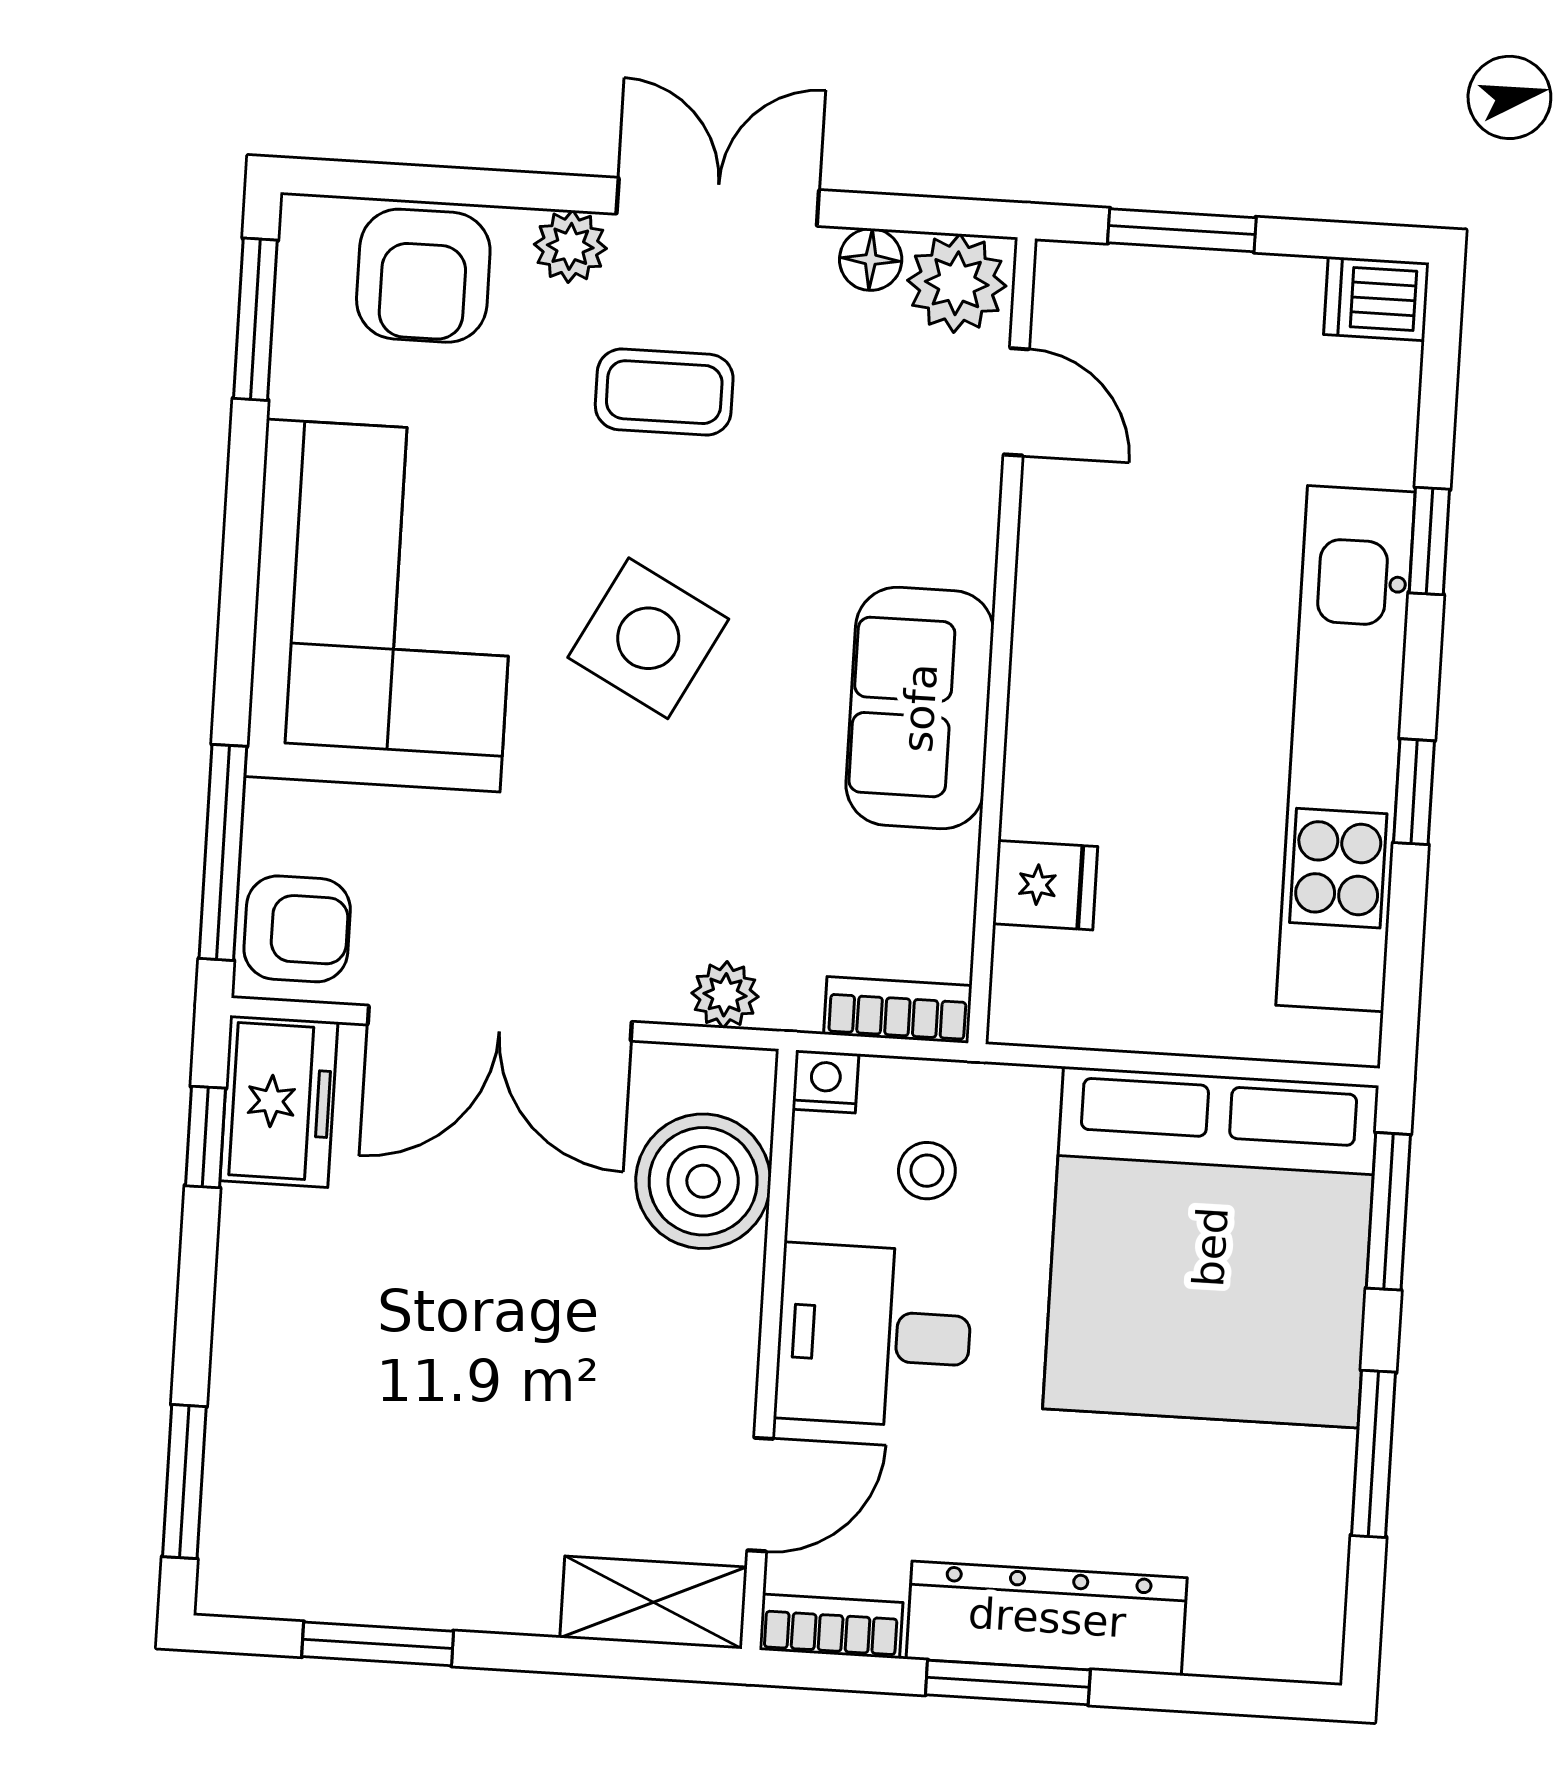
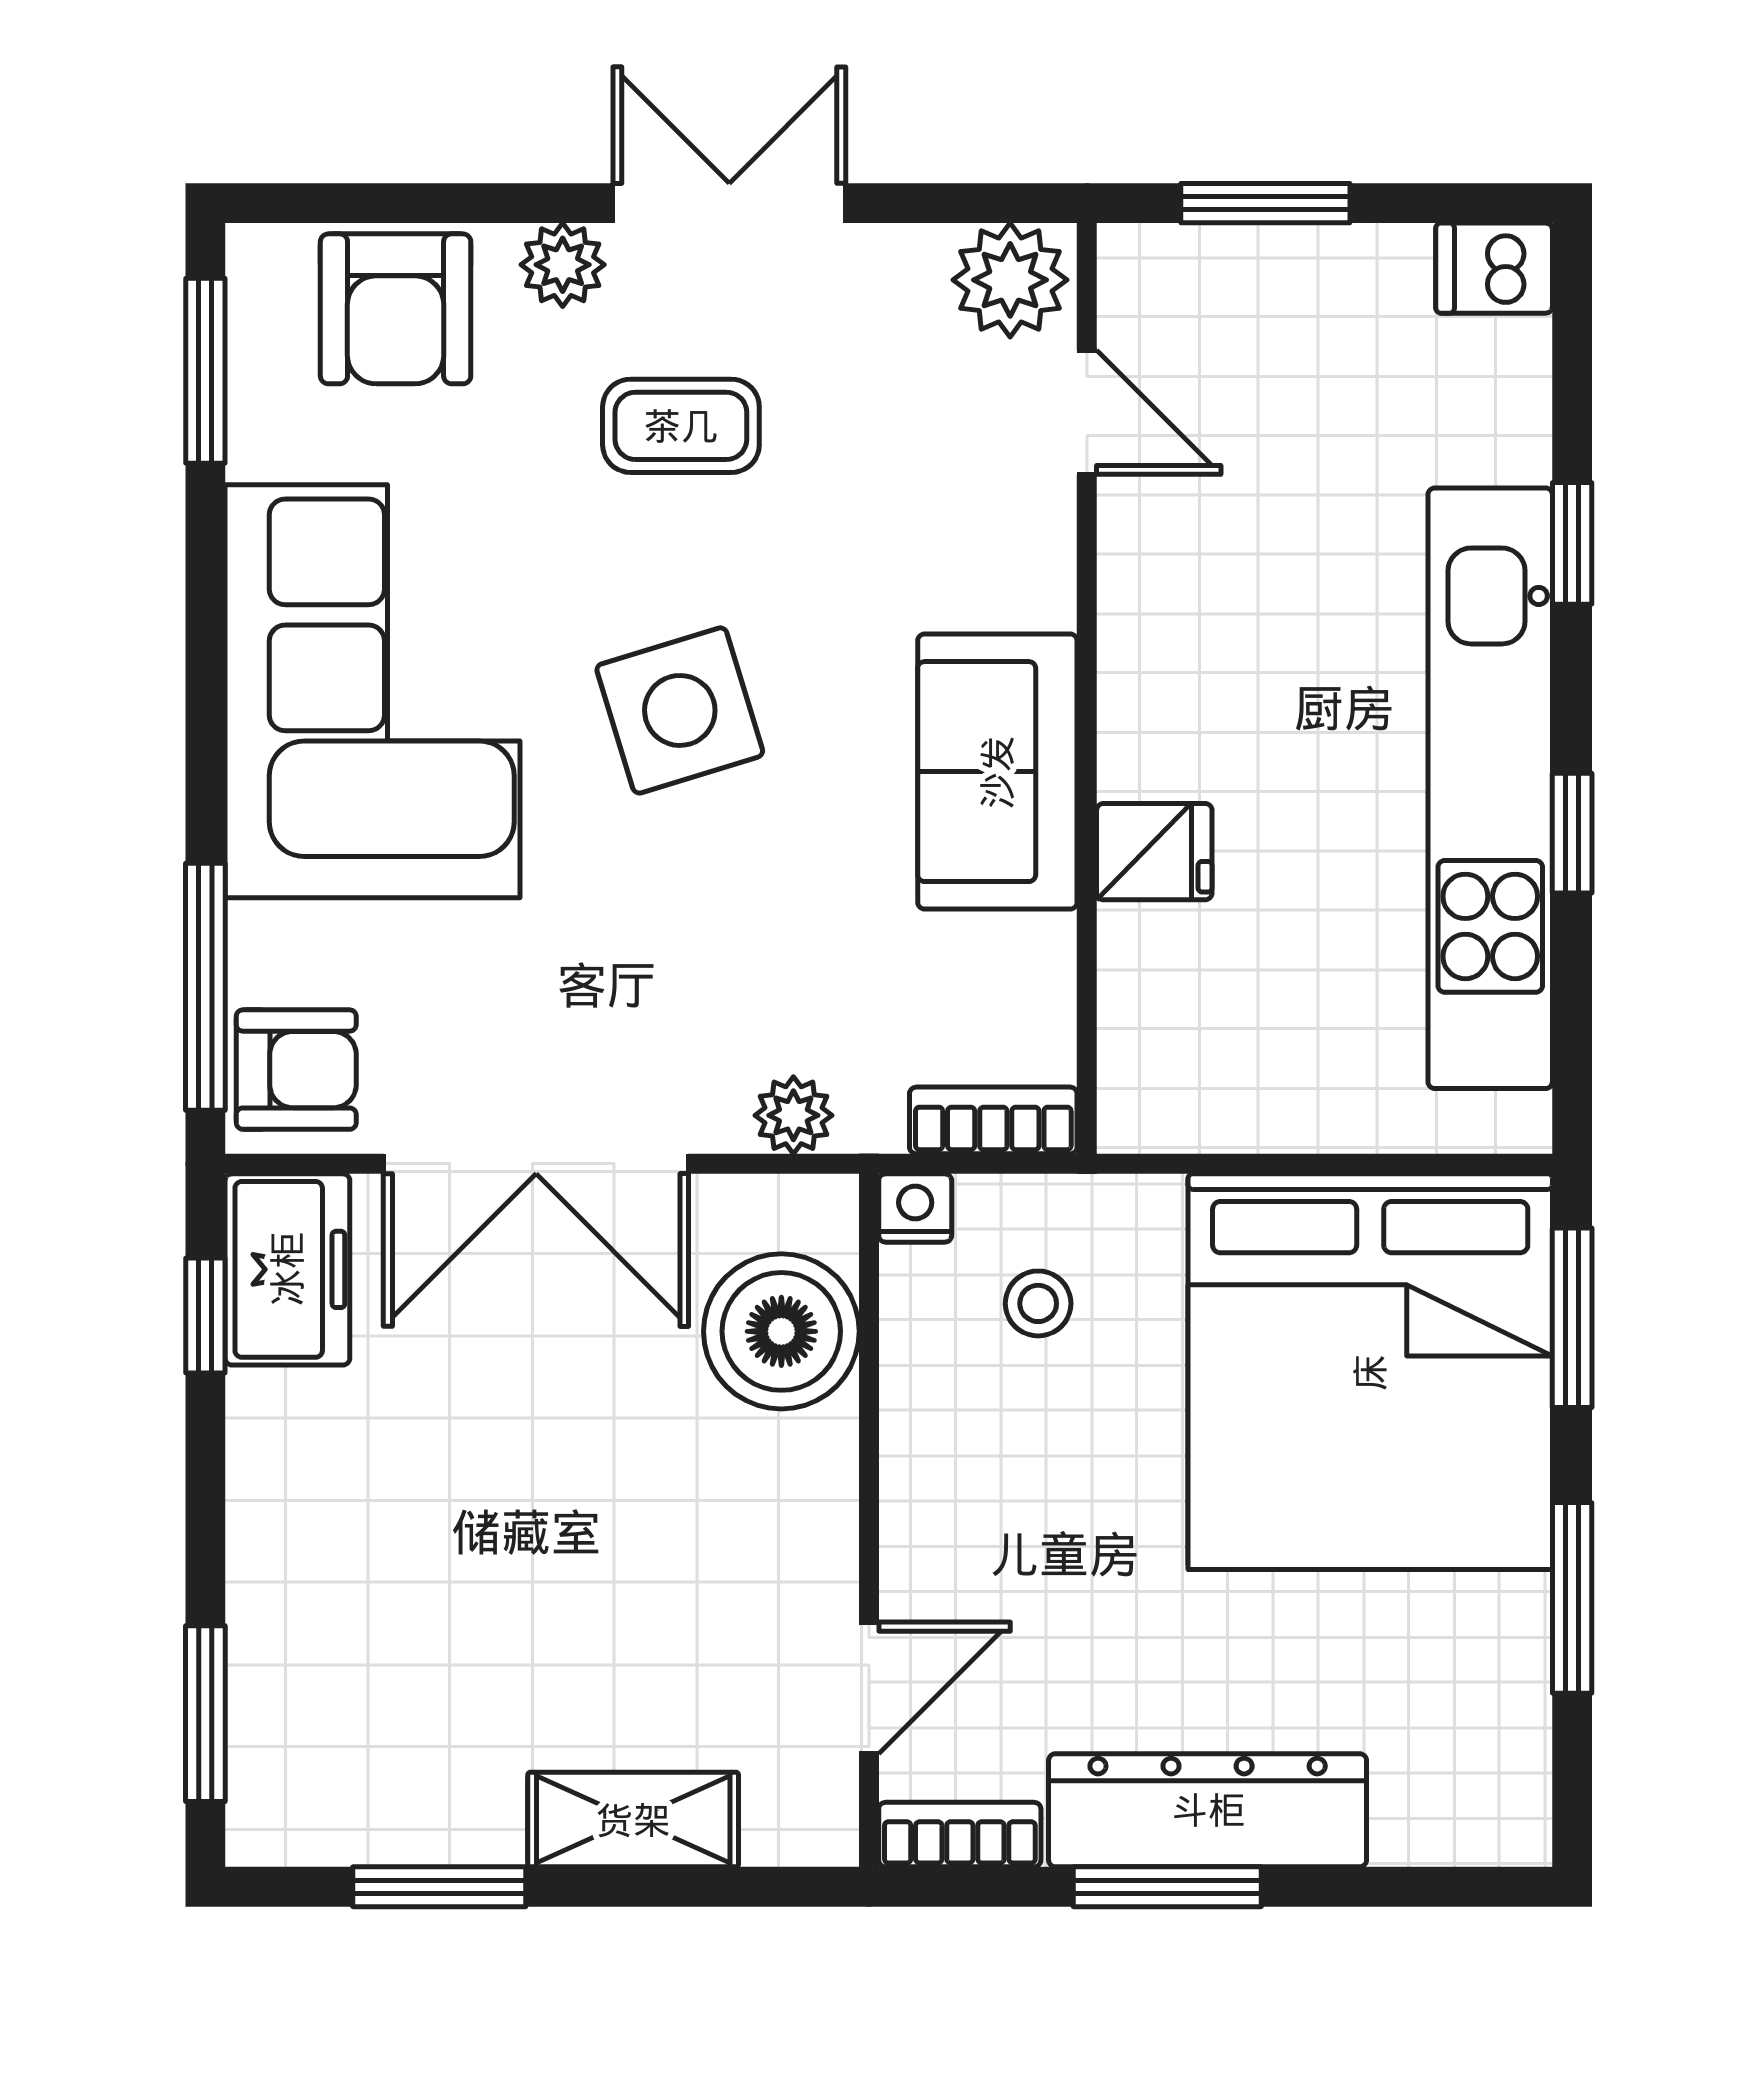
floor lamp: (871, 259) -> (909, 259), removed
side table: (648, 638) -> (680, 710), turned 45
fridge: (1045, 885) -> (1154, 852), moved
desk: (874, 1336) -> (989, 1497), removed
shelving: (653, 1602) -> (633, 1820), moved

